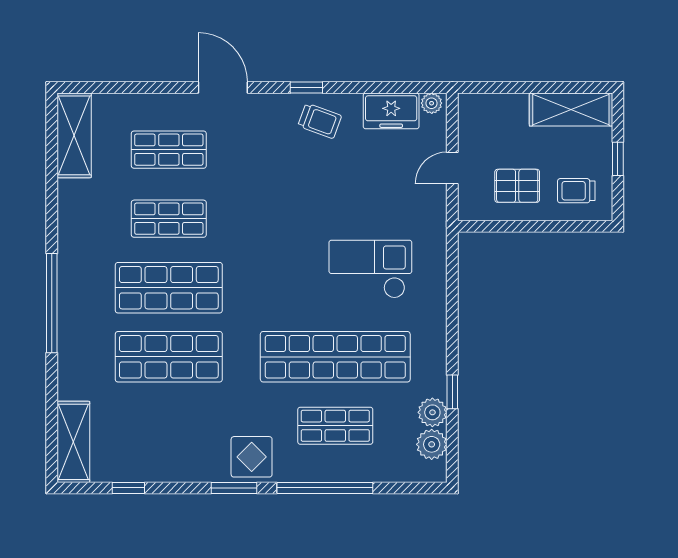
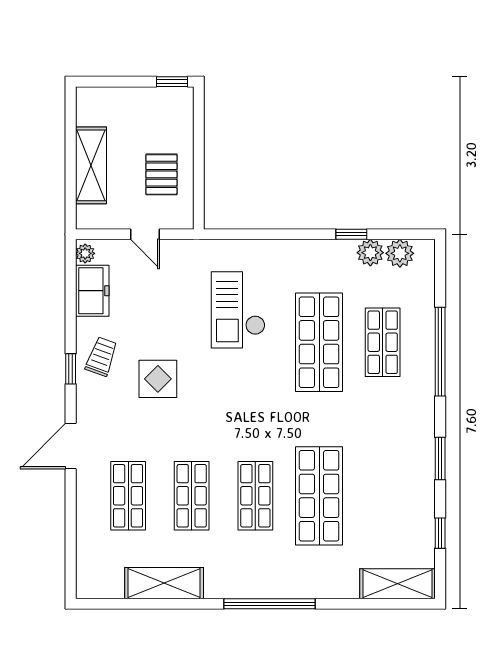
shelving: (571, 109) -> (91, 165), moved
shelving: (74, 135) -> (164, 583), moved
window: (618, 159) -> (172, 82), moved
trolley: (576, 191) -> (166, 120), removed
shop shelf: (169, 288) -> (255, 496), width x0.70, depth x0.74
shop shelf: (335, 357) -> (319, 342), width x0.71
display table: (252, 457) -> (158, 379), moved
window: (234, 488) -> (440, 458), moved

